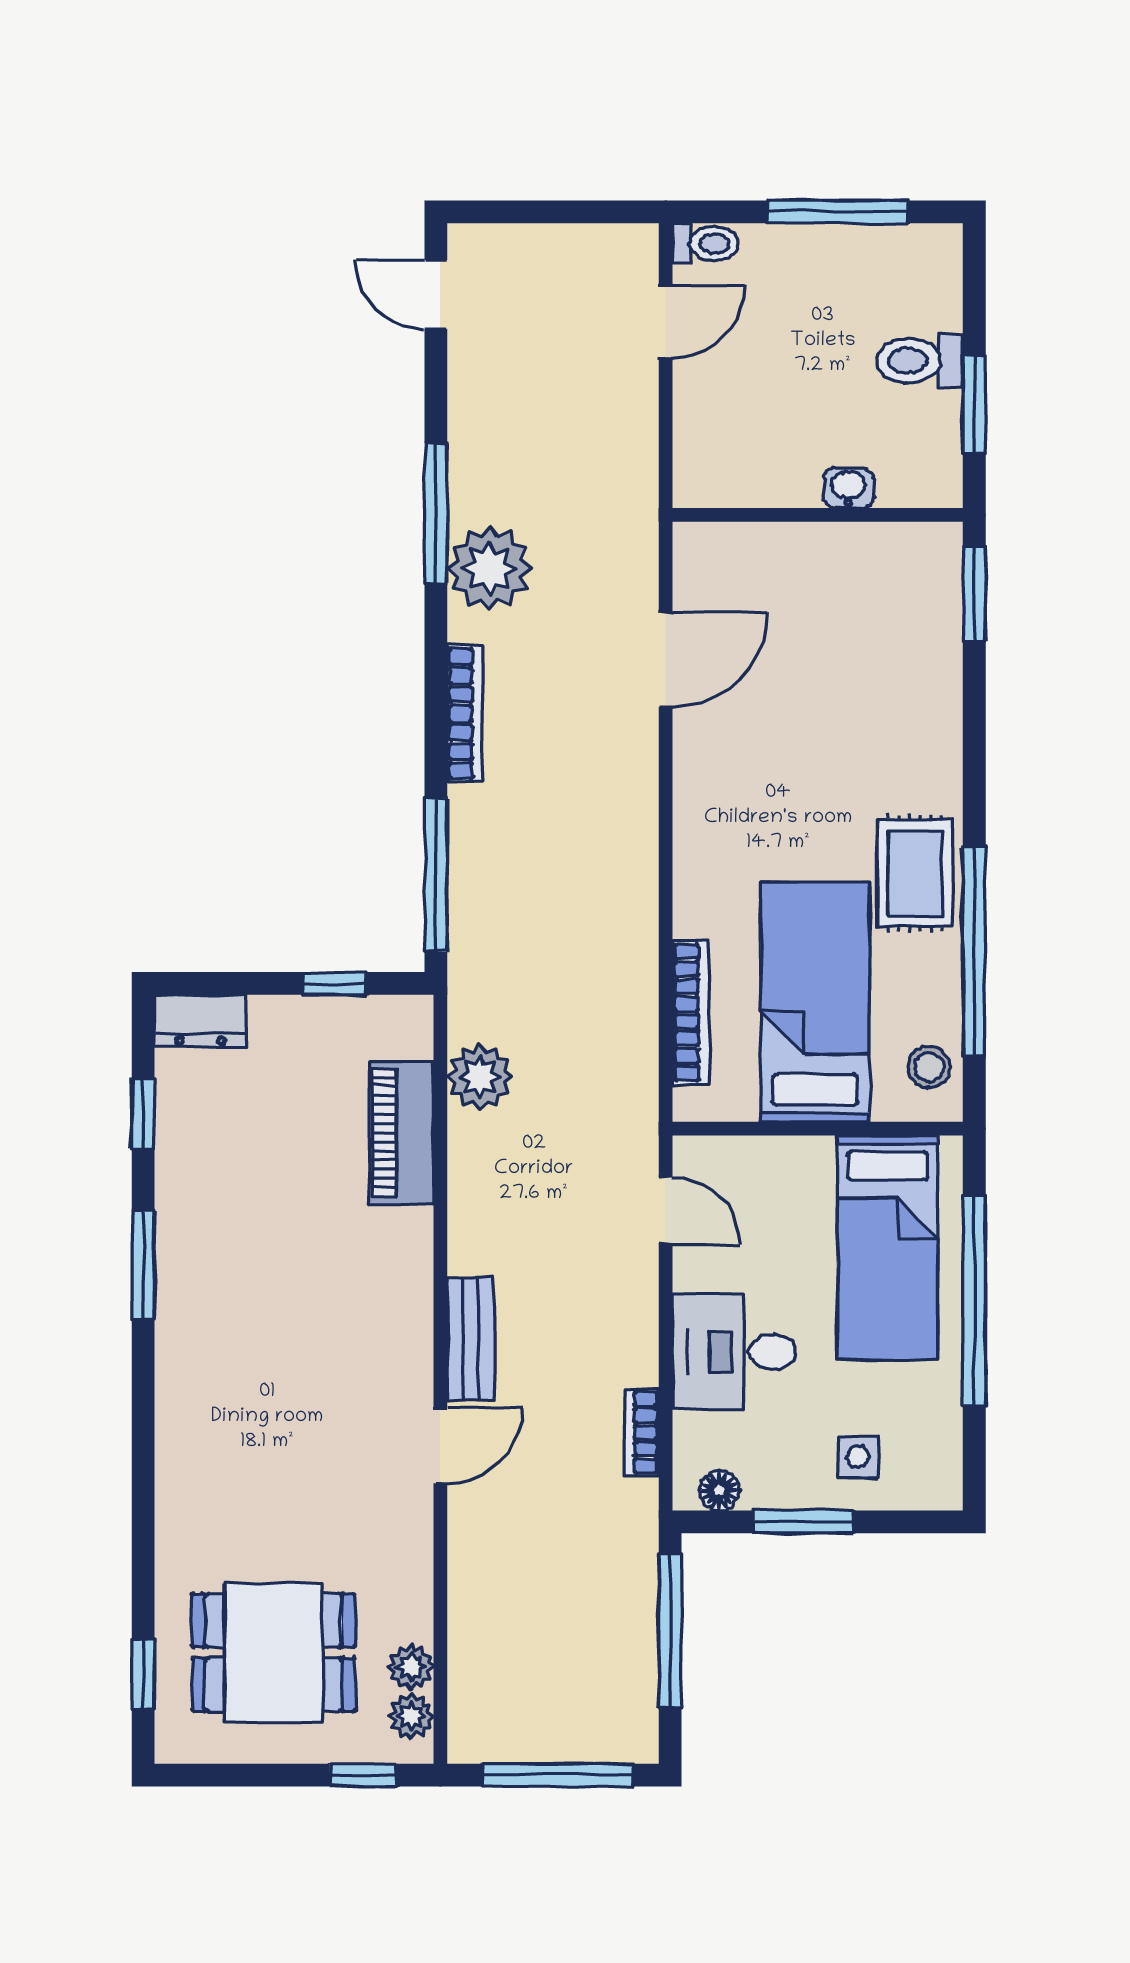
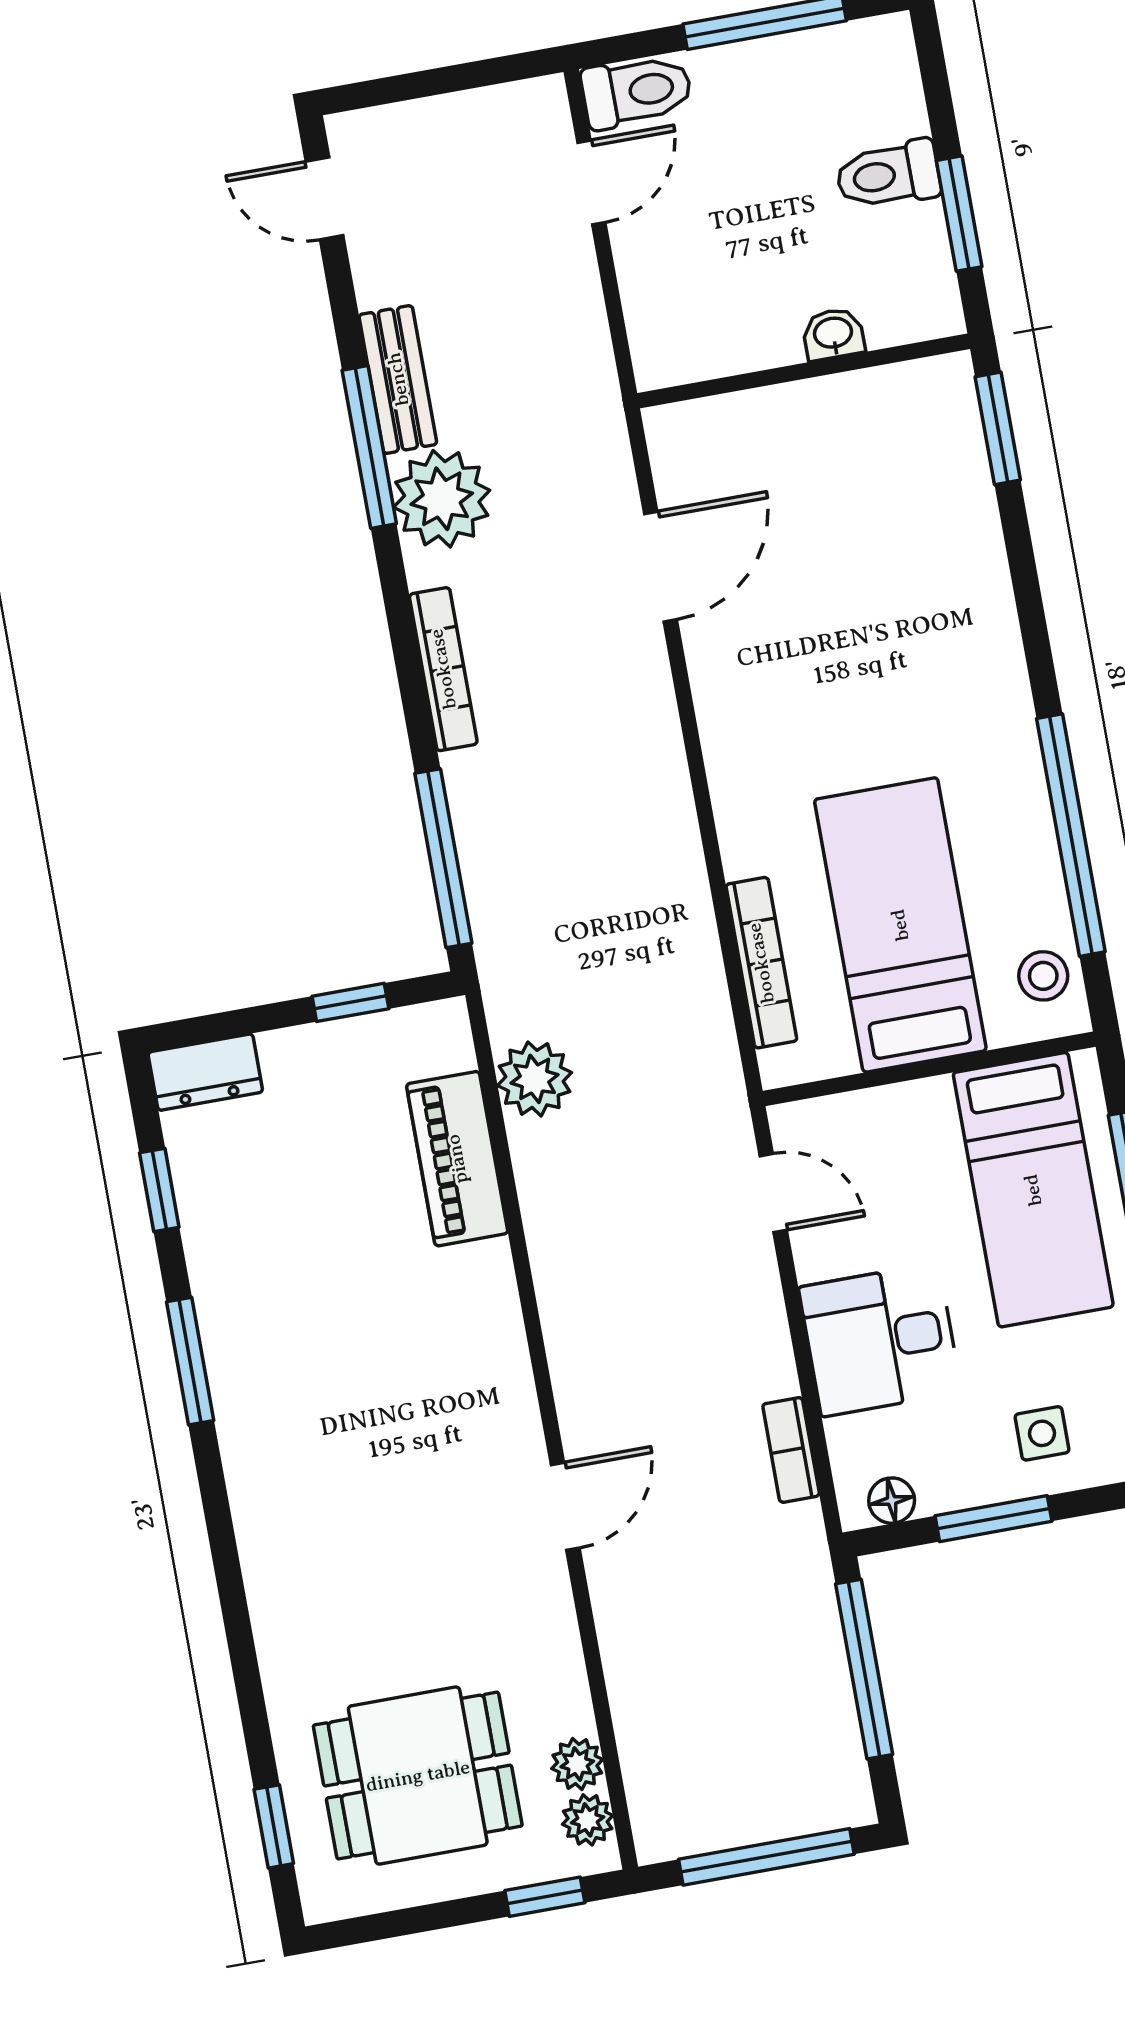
toilet: (705, 244) -> (637, 91), width x1.37, depth x1.39
rug: (915, 873) -> (987, 758), removed
bench: (471, 1339) -> (398, 379), moved

